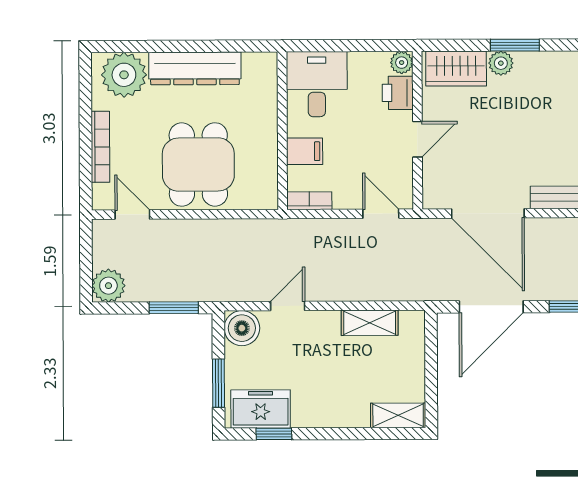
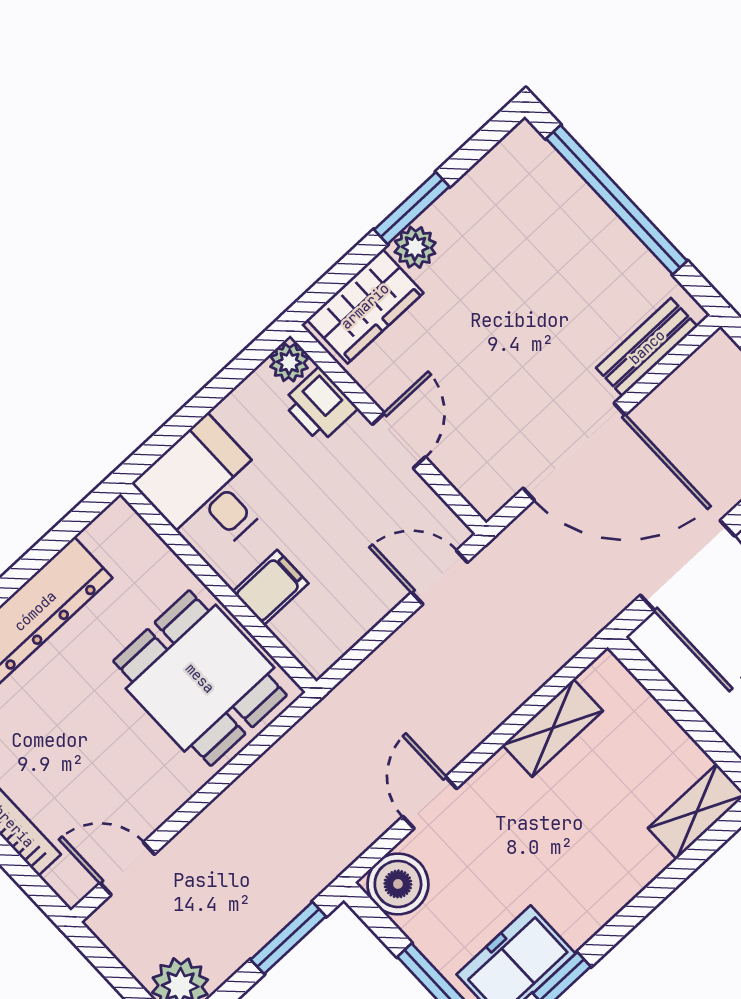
dining table: (198, 165) -> (200, 678), moved
bookcase: (309, 201) -> (334, 644), removed

